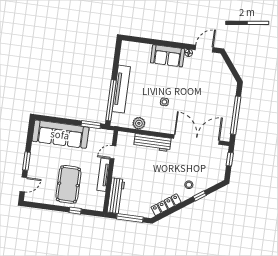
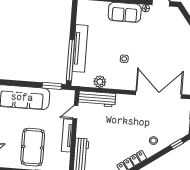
workbench: (152, 143) -> (97, 99), moved
window: (200, 196) -> (177, 144), moved

